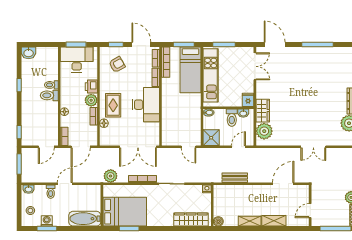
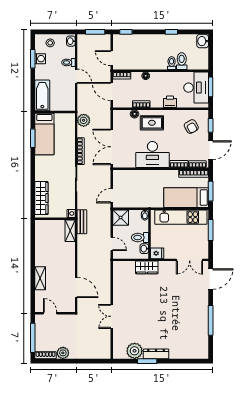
toilet: (49, 95) -> (182, 61), moved
plant: (91, 100) -> (157, 102), removed
plant: (264, 131) -> (127, 269), removed
bench: (235, 178) -> (82, 222), moved
bed: (125, 212) -> (44, 134), width x0.67
boiler: (218, 221) -> (40, 225), removed
shelving: (250, 221) -> (70, 231), moved

